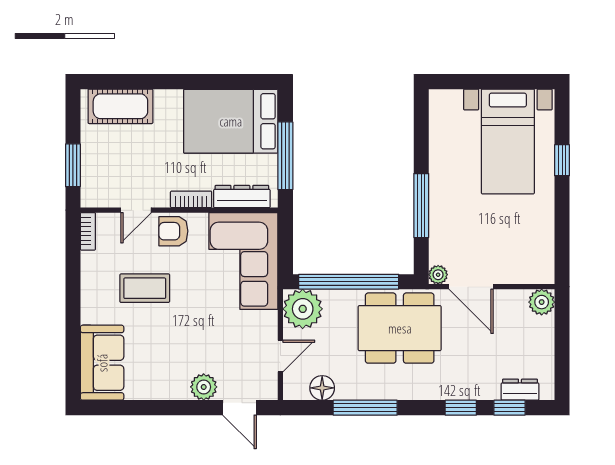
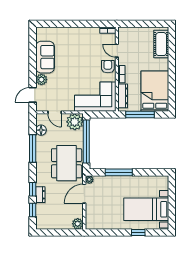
window: (73, 165) -> (136, 24), removed
coffee table: (145, 288) -> (84, 54), removed
sofa: (102, 363) -> (45, 57), moved, turned -90
dresser: (520, 390) -> (40, 195), moved

